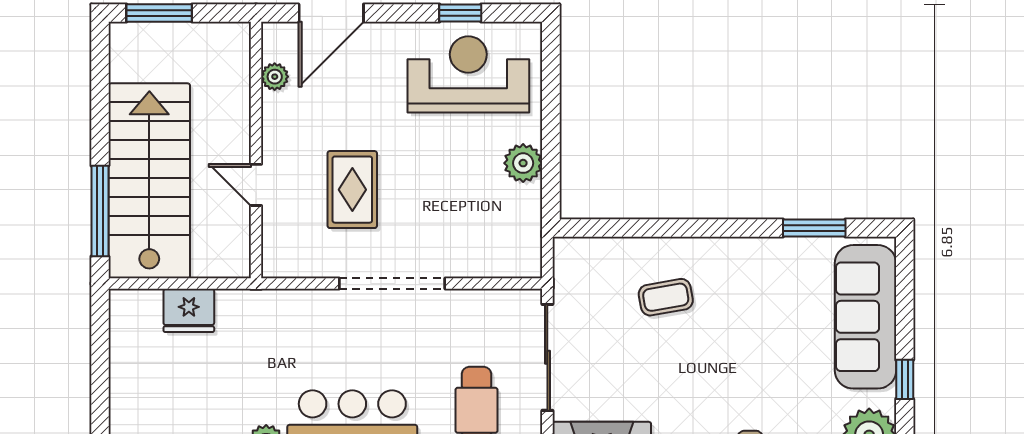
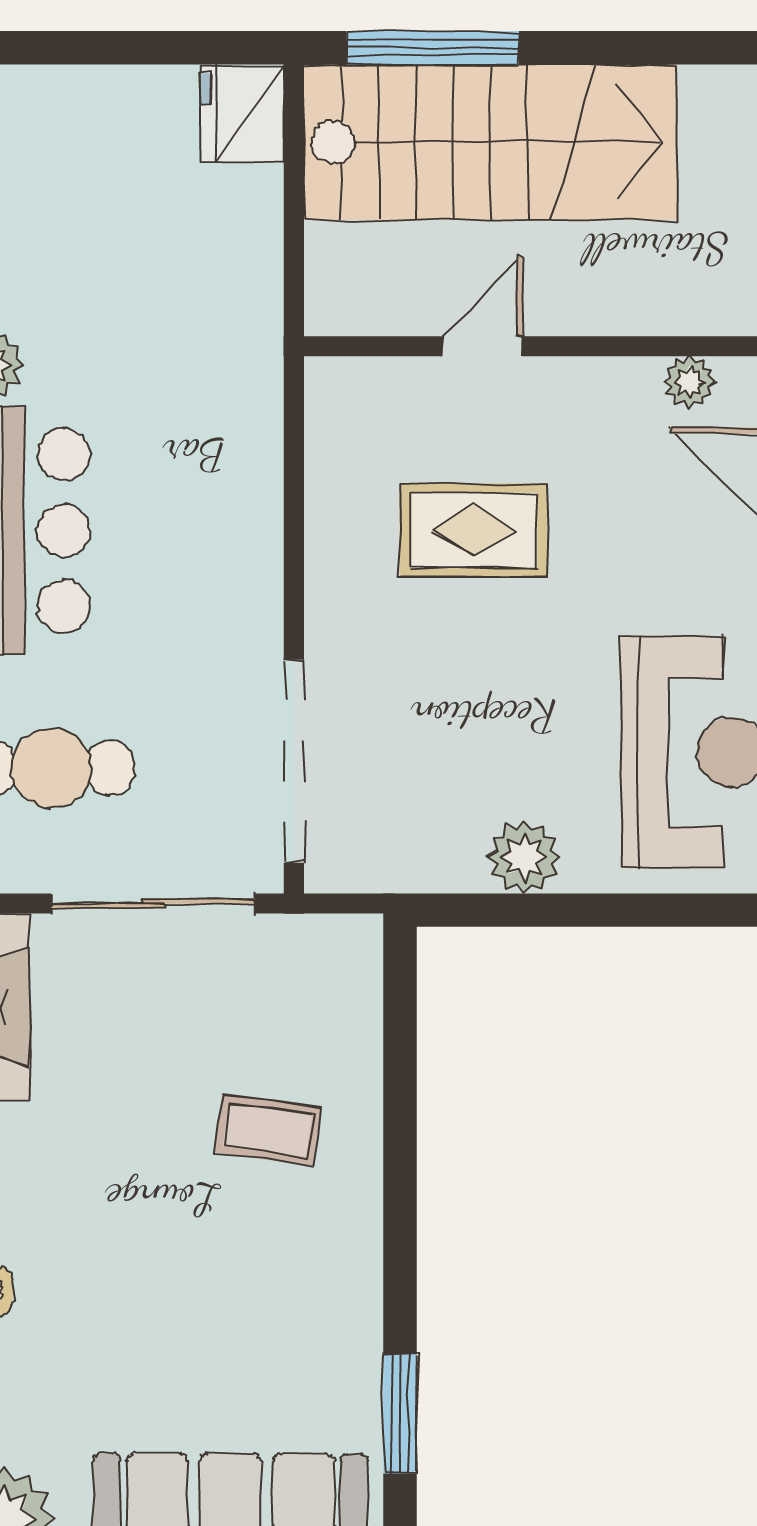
doorway: (392, 284) -> (294, 761), moved
coffee table: (666, 297) -> (268, 1130), turned -72
fridge: (189, 310) -> (242, 114), moved

